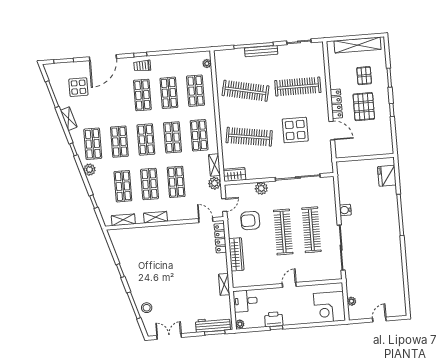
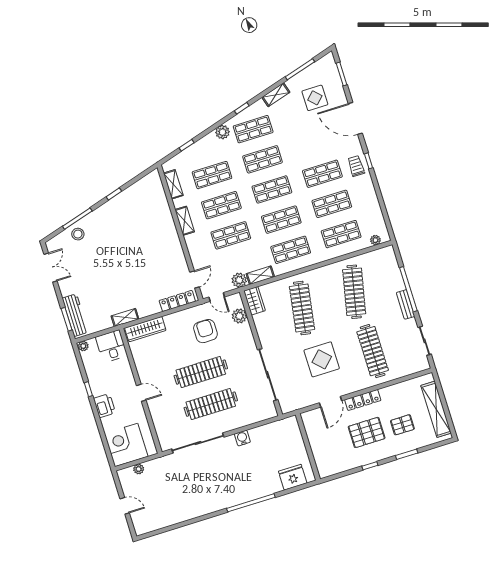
bench: (261, 51) -> (406, 304), width x0.73
plant: (261, 188) -> (239, 316), moved
wardrobe: (236, 254) -> (145, 329), moved
printer: (274, 319) -> (104, 406), moved

